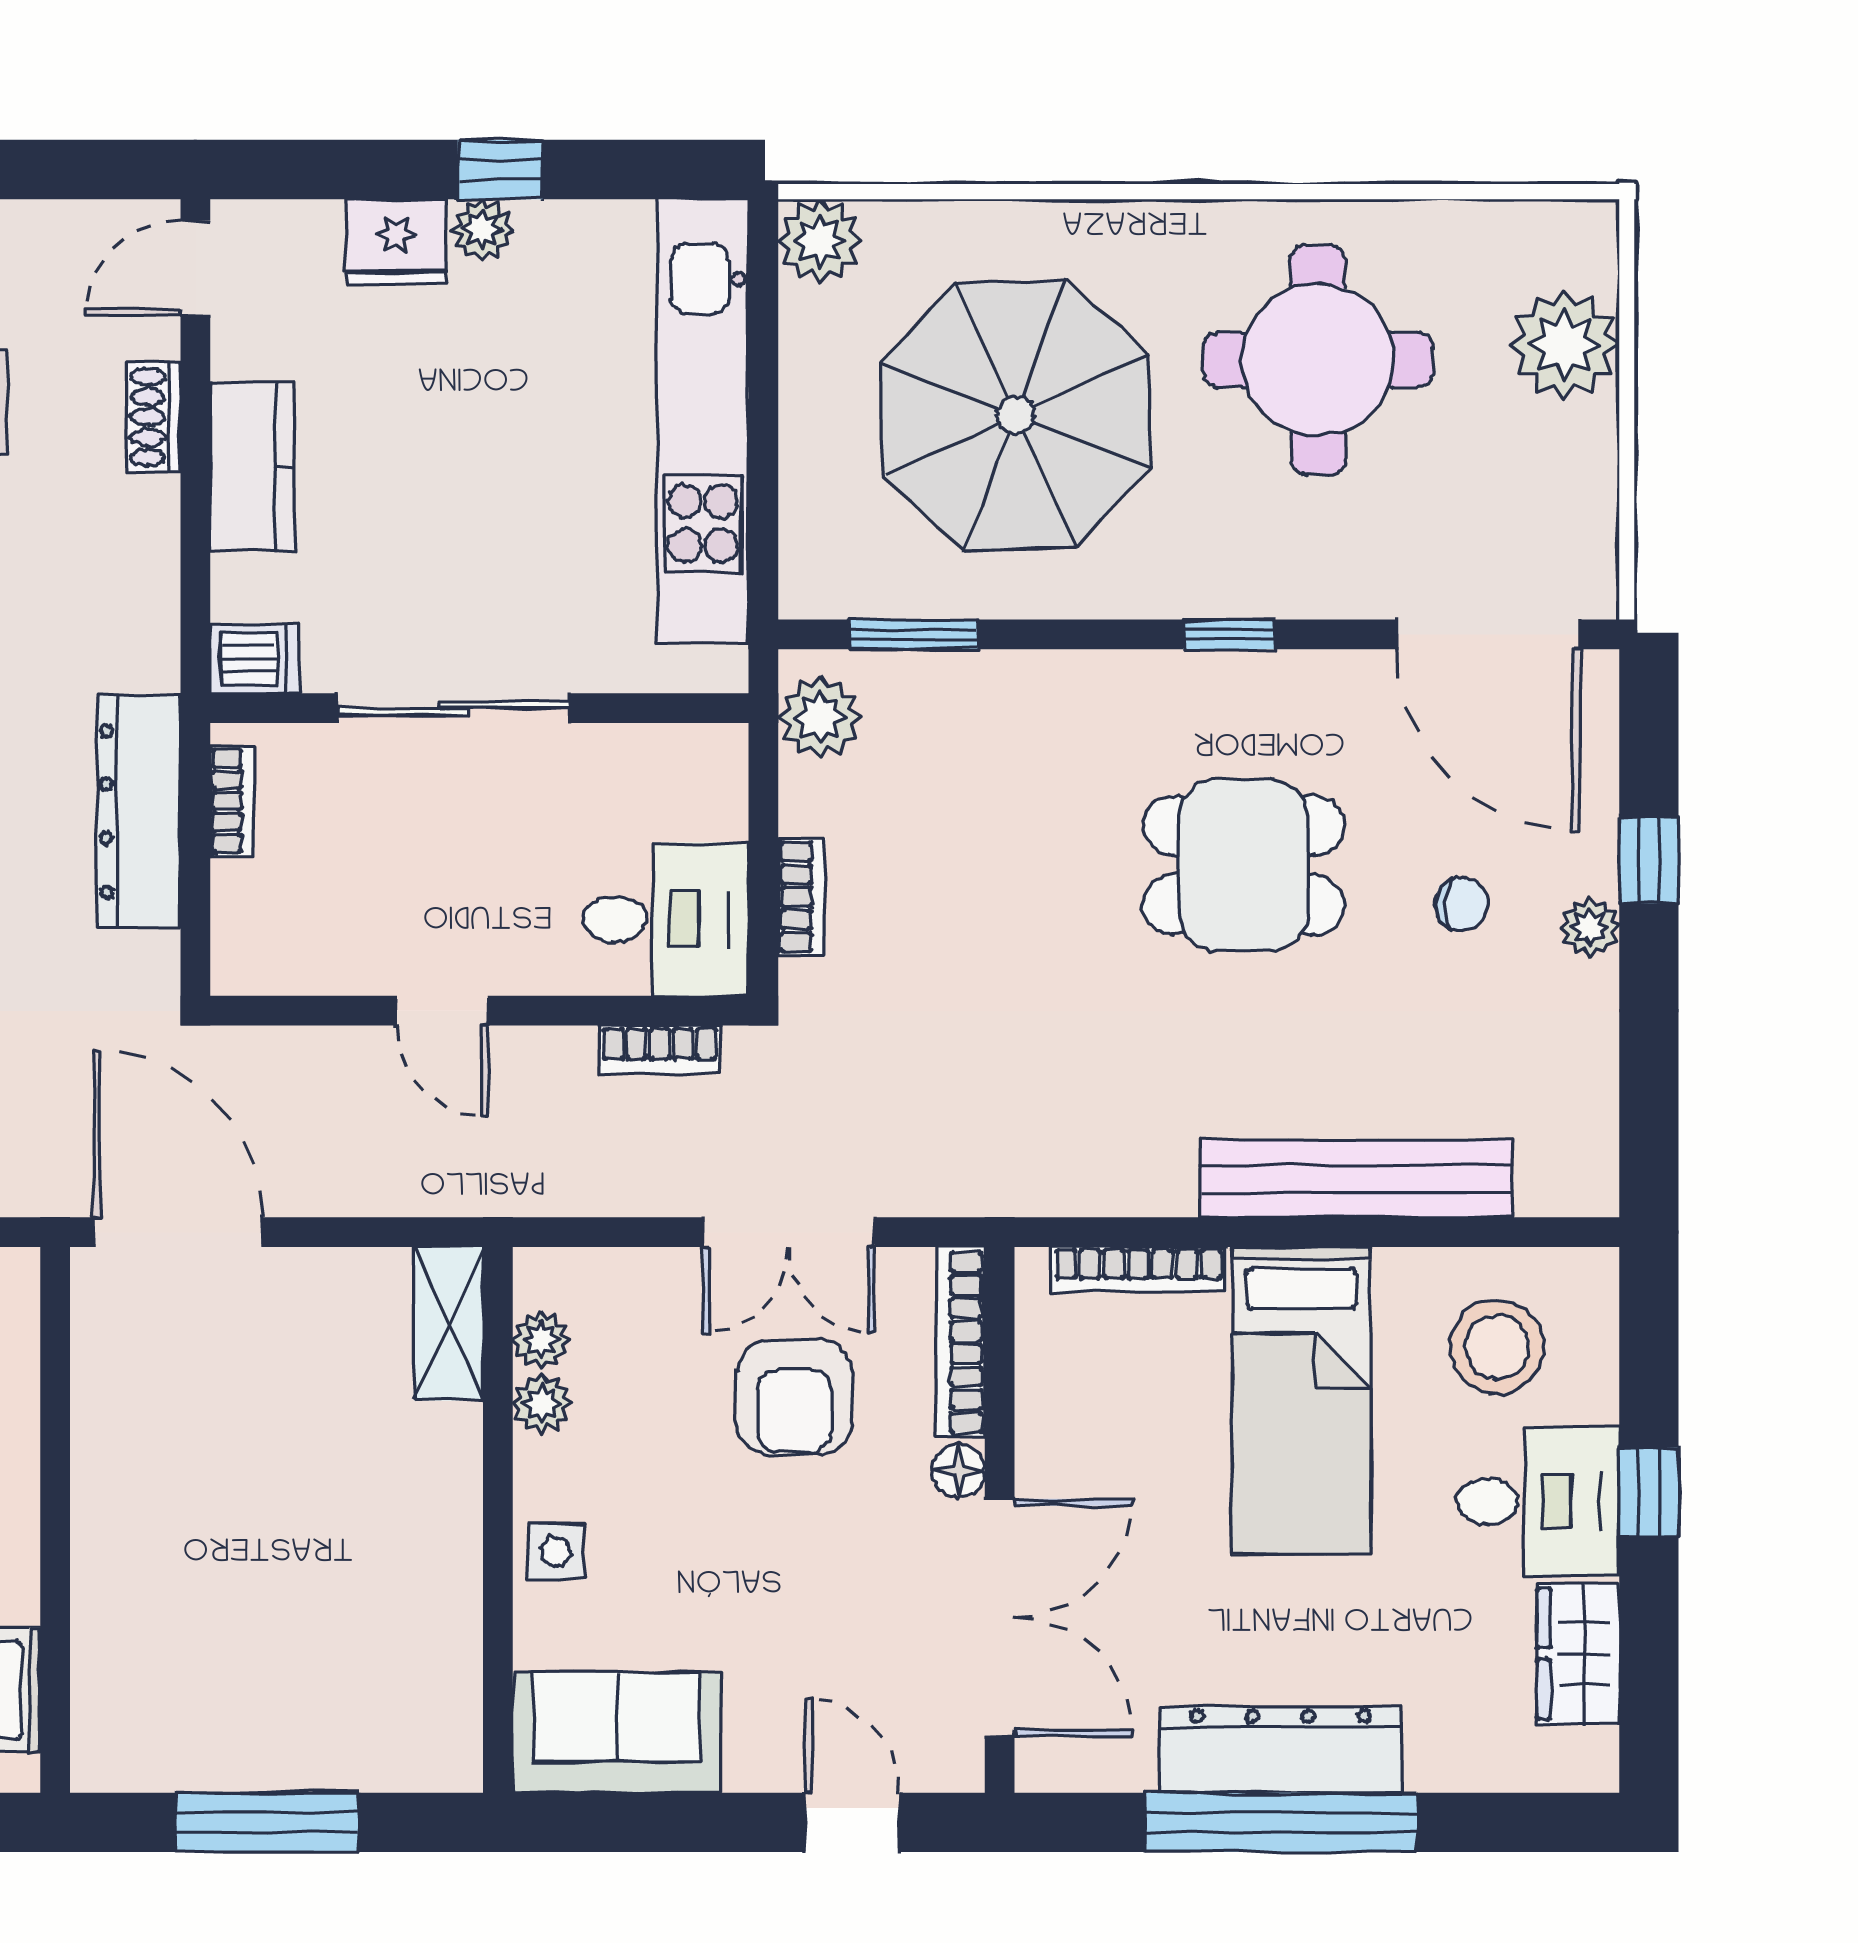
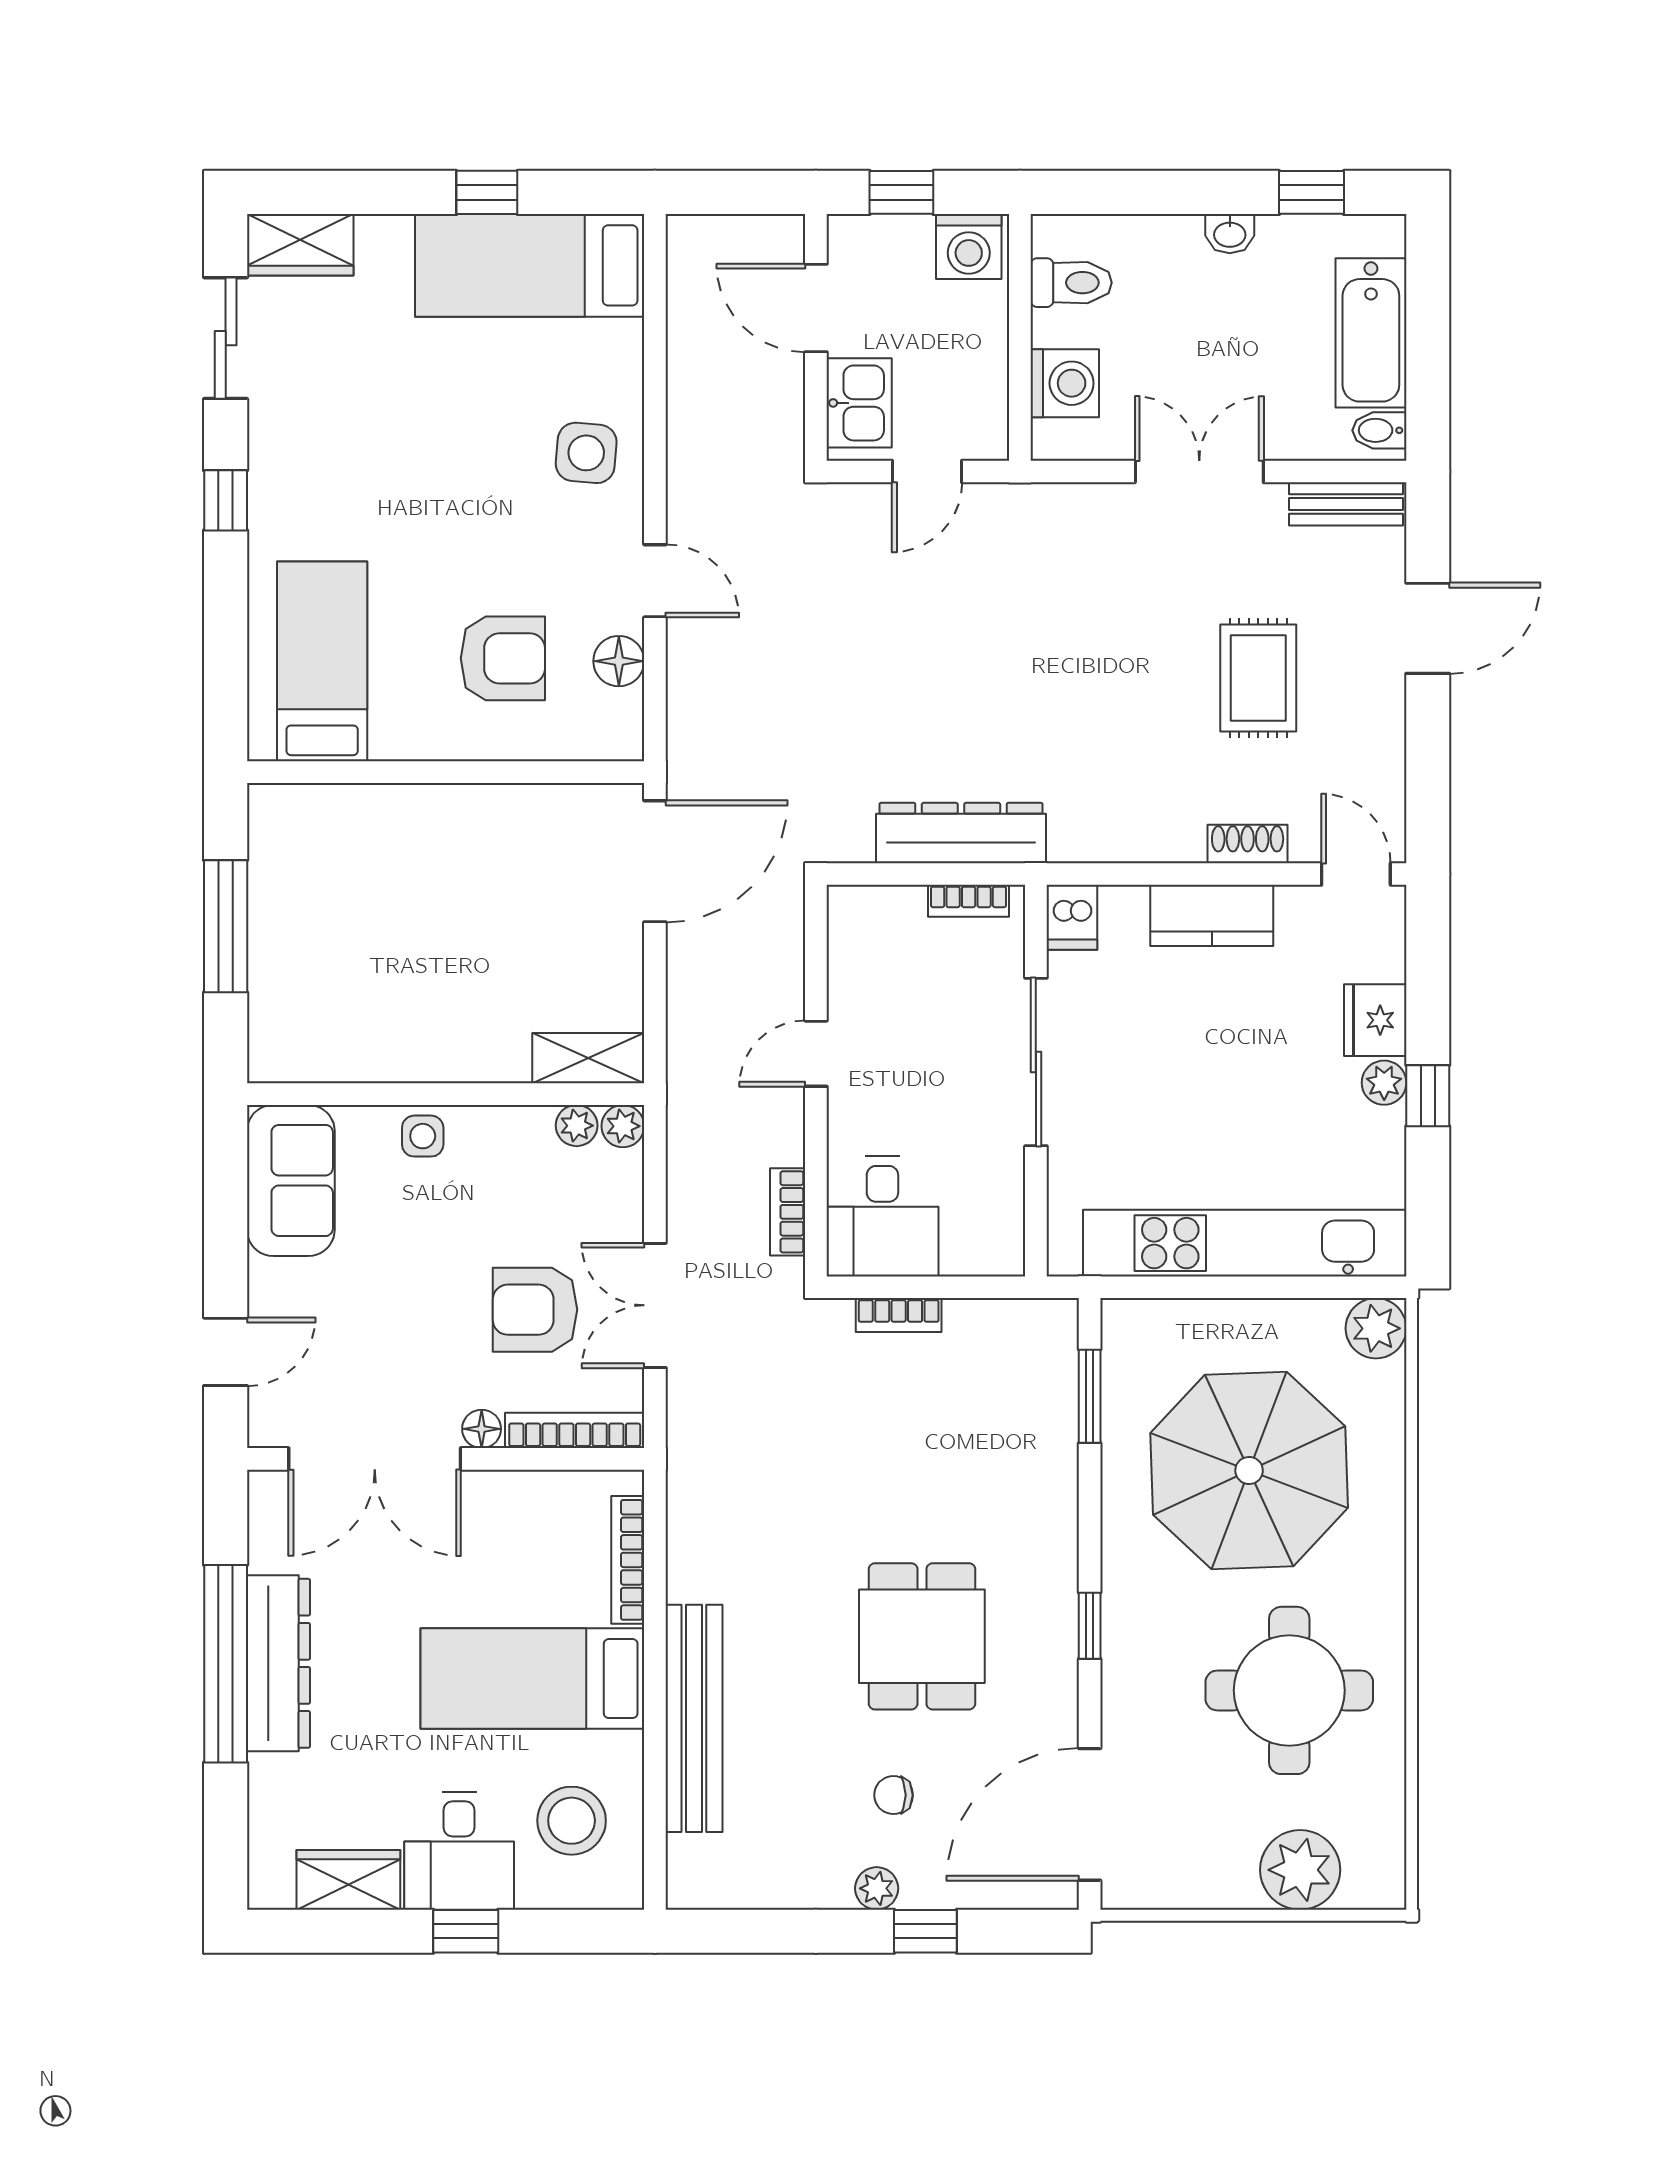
plant: (820, 717) -> (1029, 1328), removed
chair: (1462, 904) -> (894, 1795), turned 90
plant: (542, 1403) -> (623, 1126), moved

